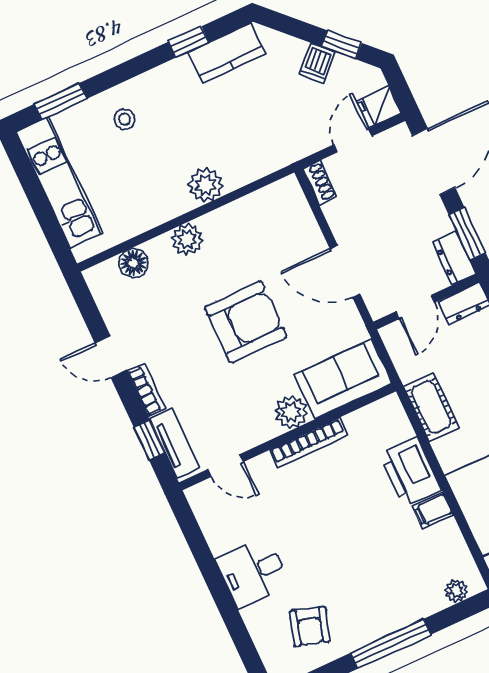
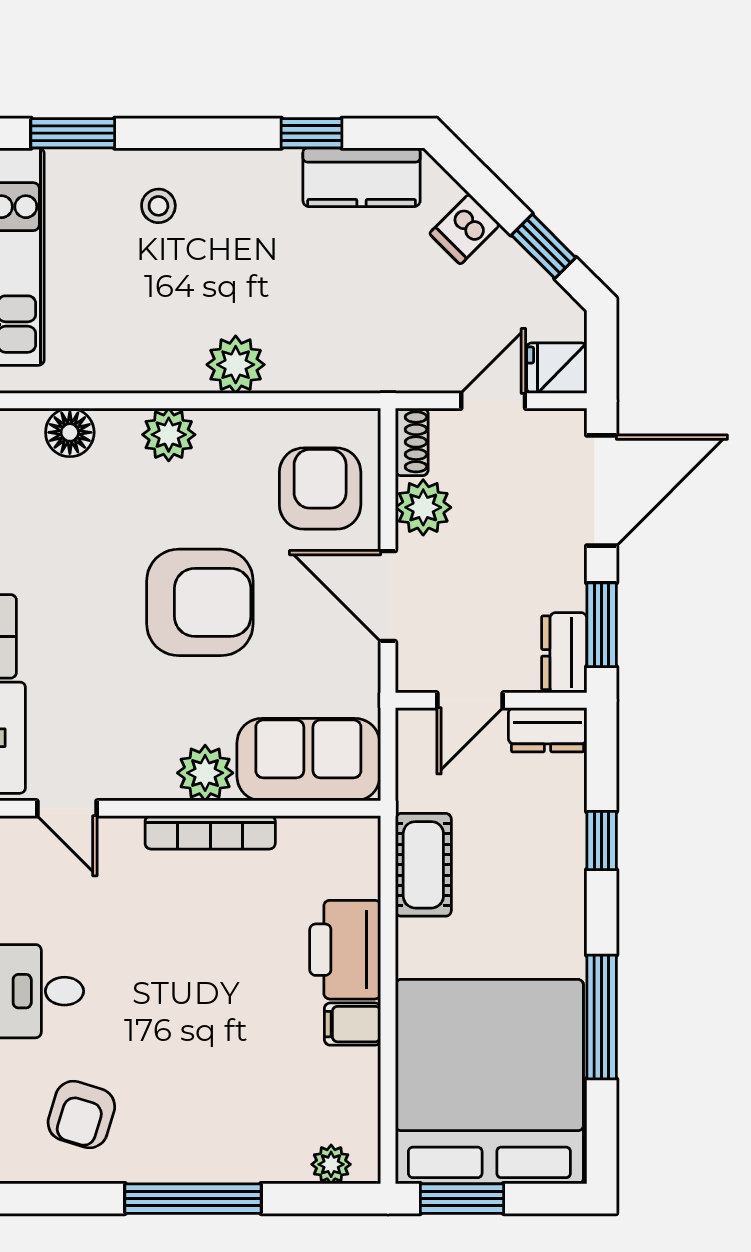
dishwasher: (317, 63) -> (465, 229), moved
plant: (342, 215) -> (423, 507), added
armchair: (282, 231) -> (320, 489), added

